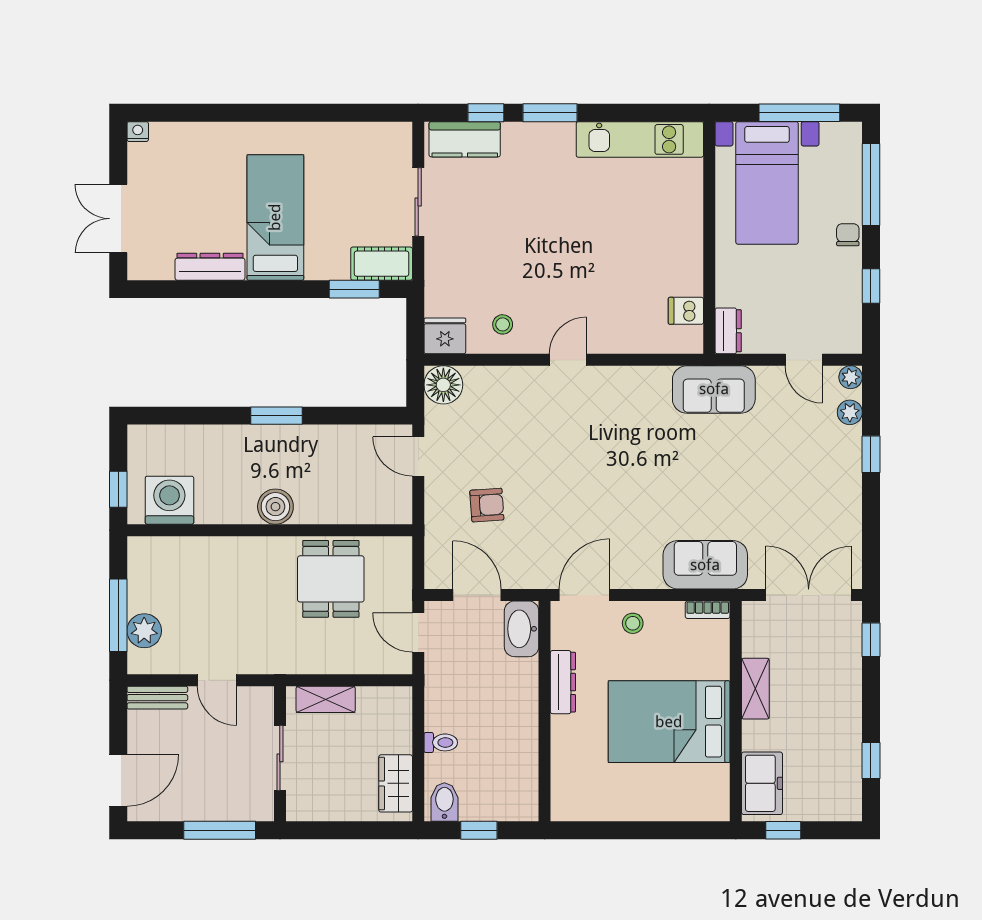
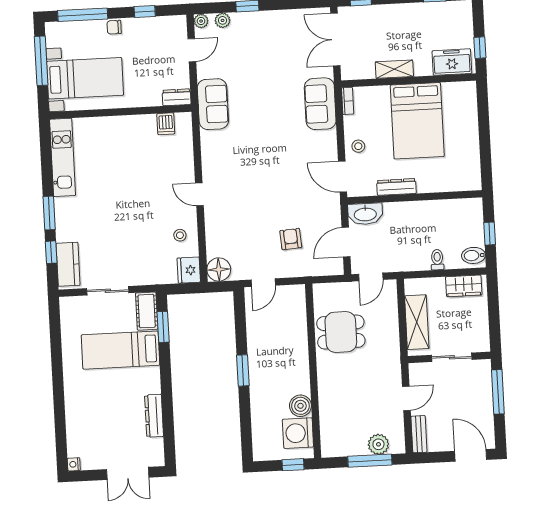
bed: (275, 217) -> (120, 350), moved
boiler: (275, 507) -> (300, 406), moved
shelving: (326, 699) -> (417, 322), width x1.50, depth x1.33

